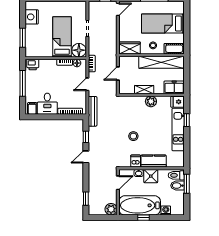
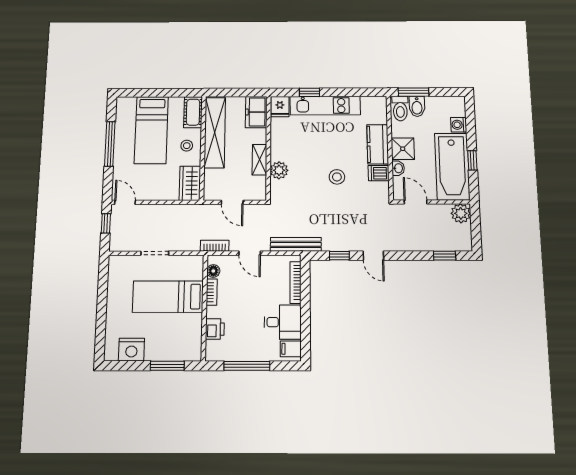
floor lamp: (79, 50) -> (192, 268), removed
printer: (33, 65) -> (215, 329), moved
plant: (151, 101) -> (279, 170), moved

